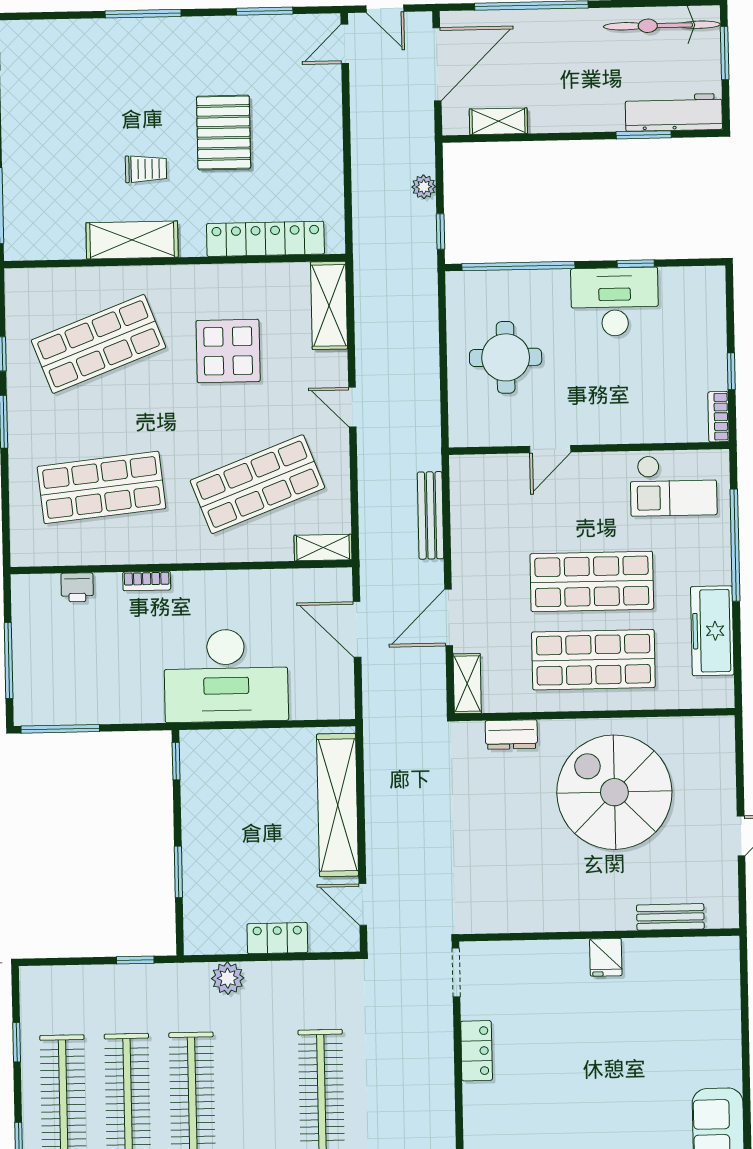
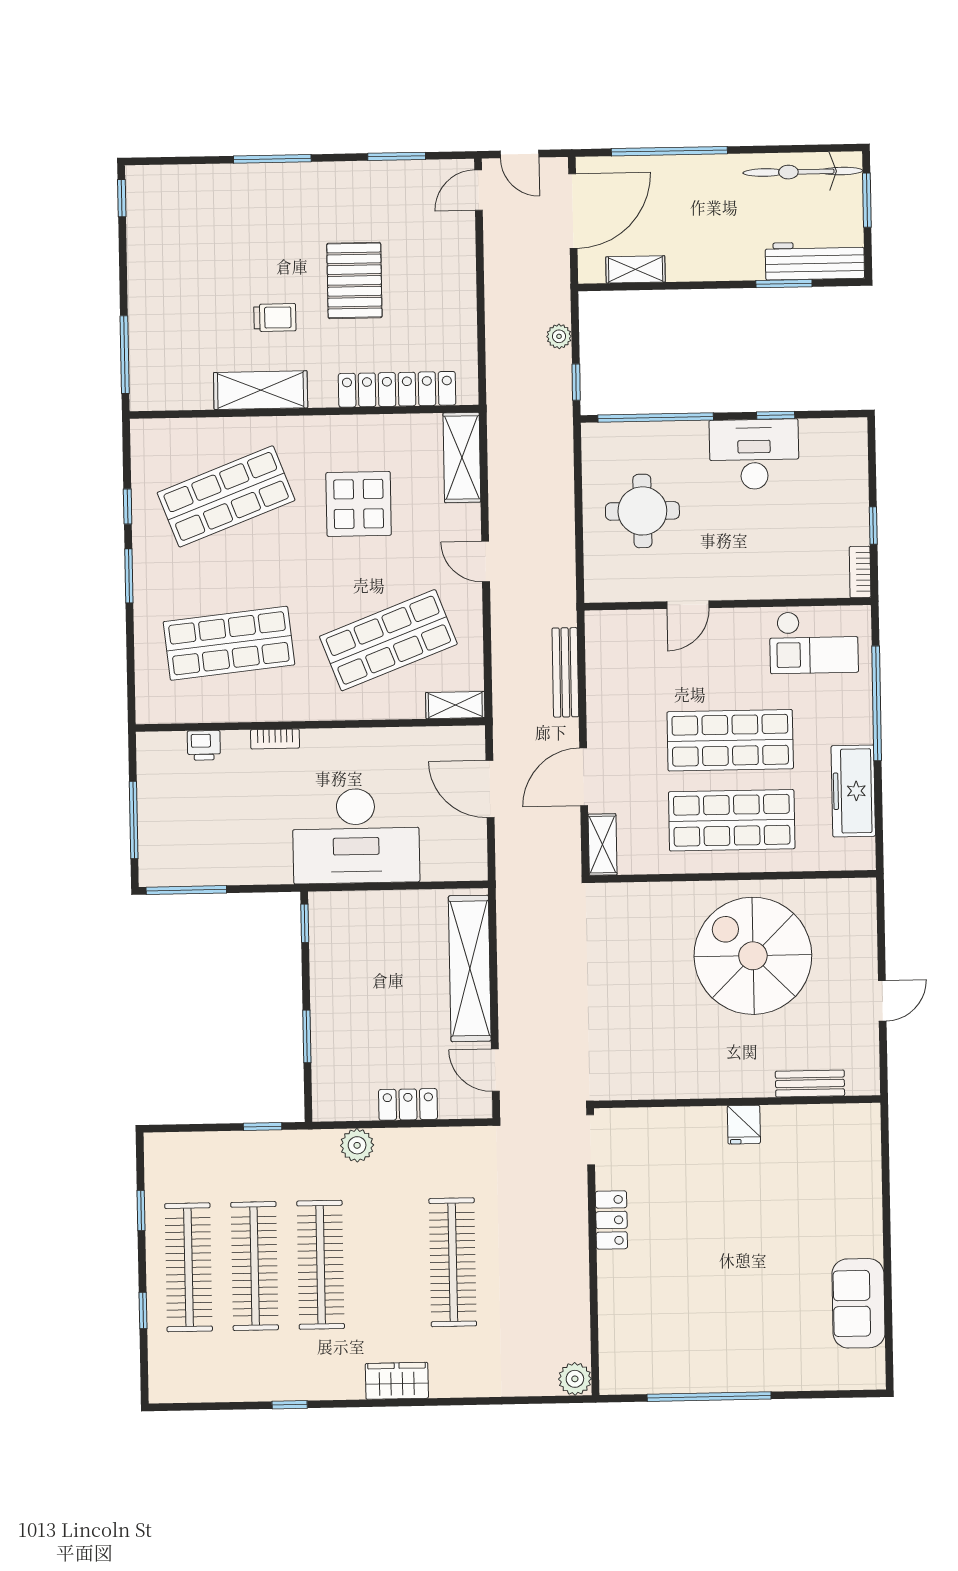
dresser: (511, 734) -> (648, 897), removed

